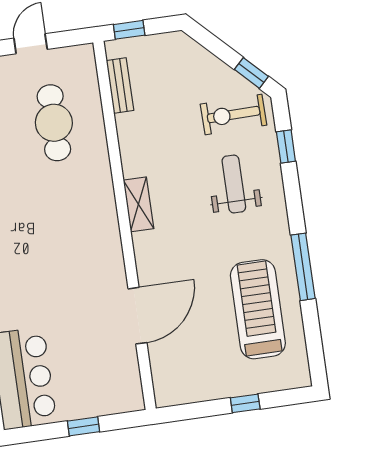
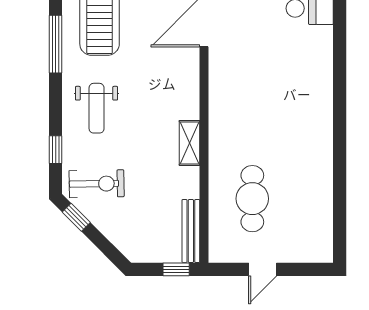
bench: (120, 85) -> (191, 231), width x1.36
weight bench: (234, 184) -> (97, 108), moved
shelving: (138, 204) -> (189, 143), moved

